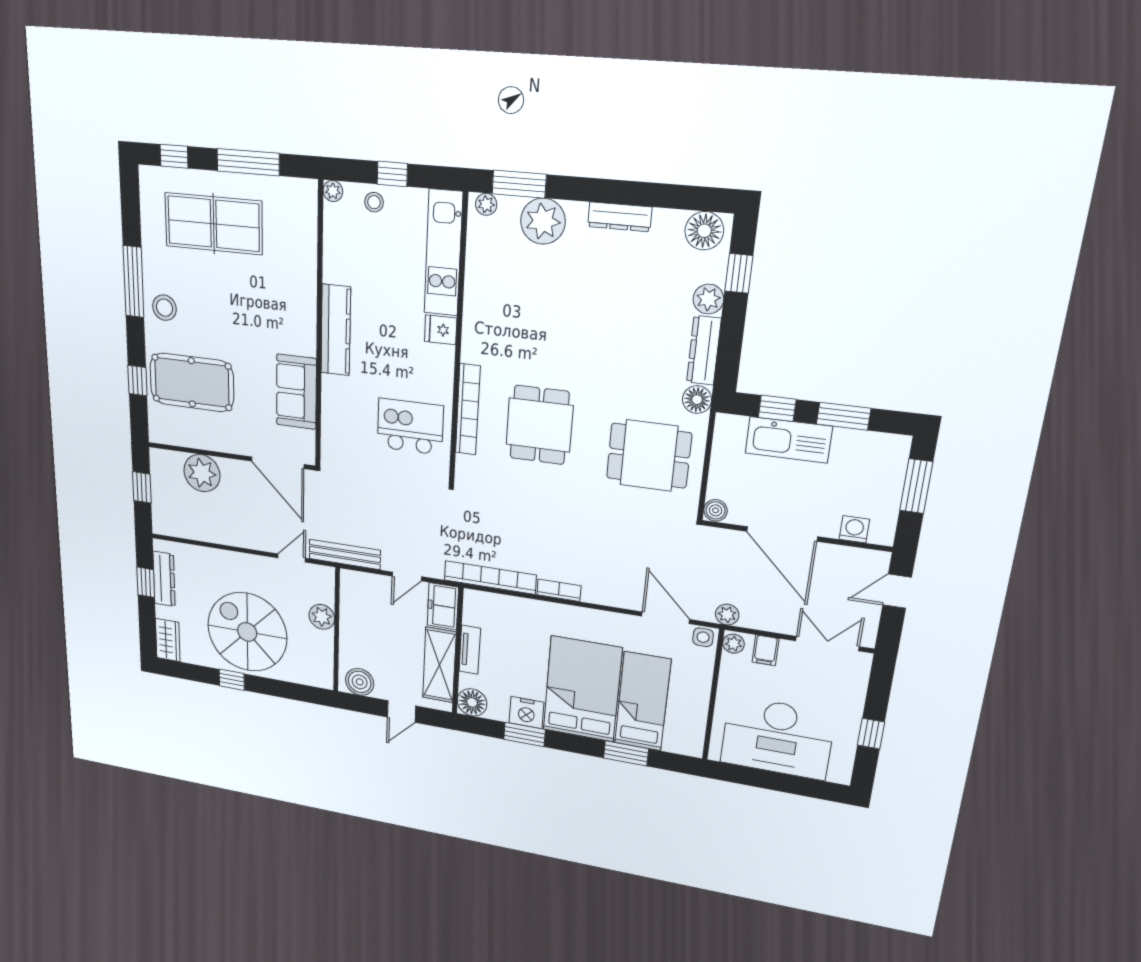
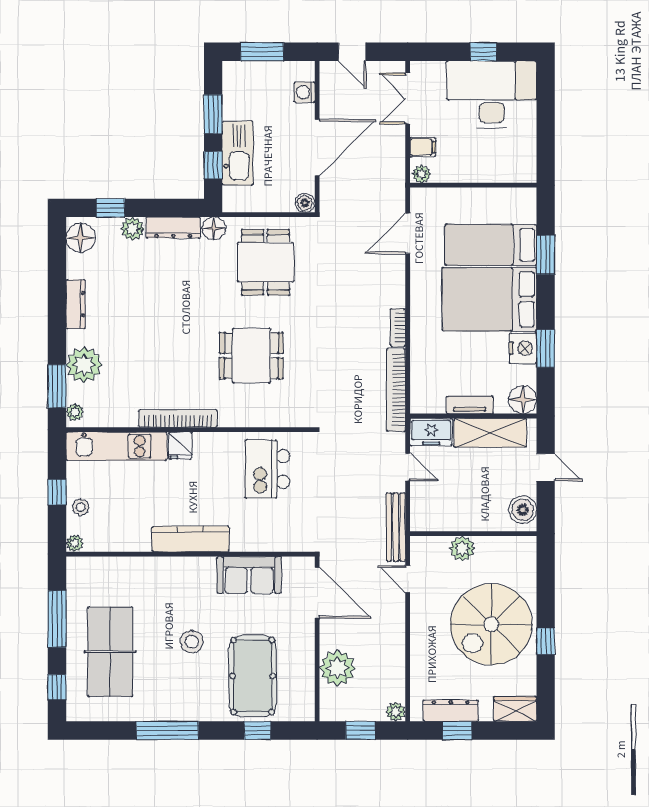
stool: (164, 308) -> (192, 642), moved
bookcase: (468, 409) -> (178, 418), moved
door: (278, 463) -> (317, 593), hinge flipped
plant: (727, 615) -> (396, 712), moved
side table: (703, 637) -> (420, 200), removed
desk: (777, 738) -> (492, 94), moved, turned -90

